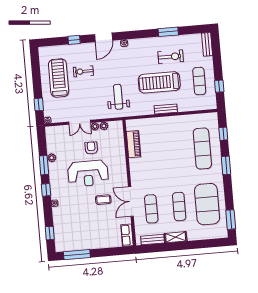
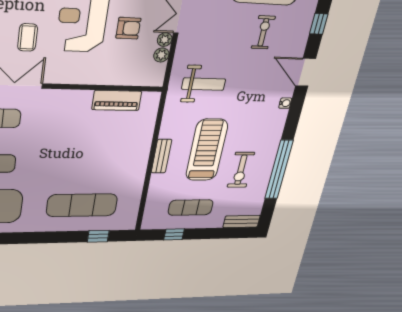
window: (168, 32) -> (279, 170), width x2.11
window: (226, 165) -> (46, 237), removed

